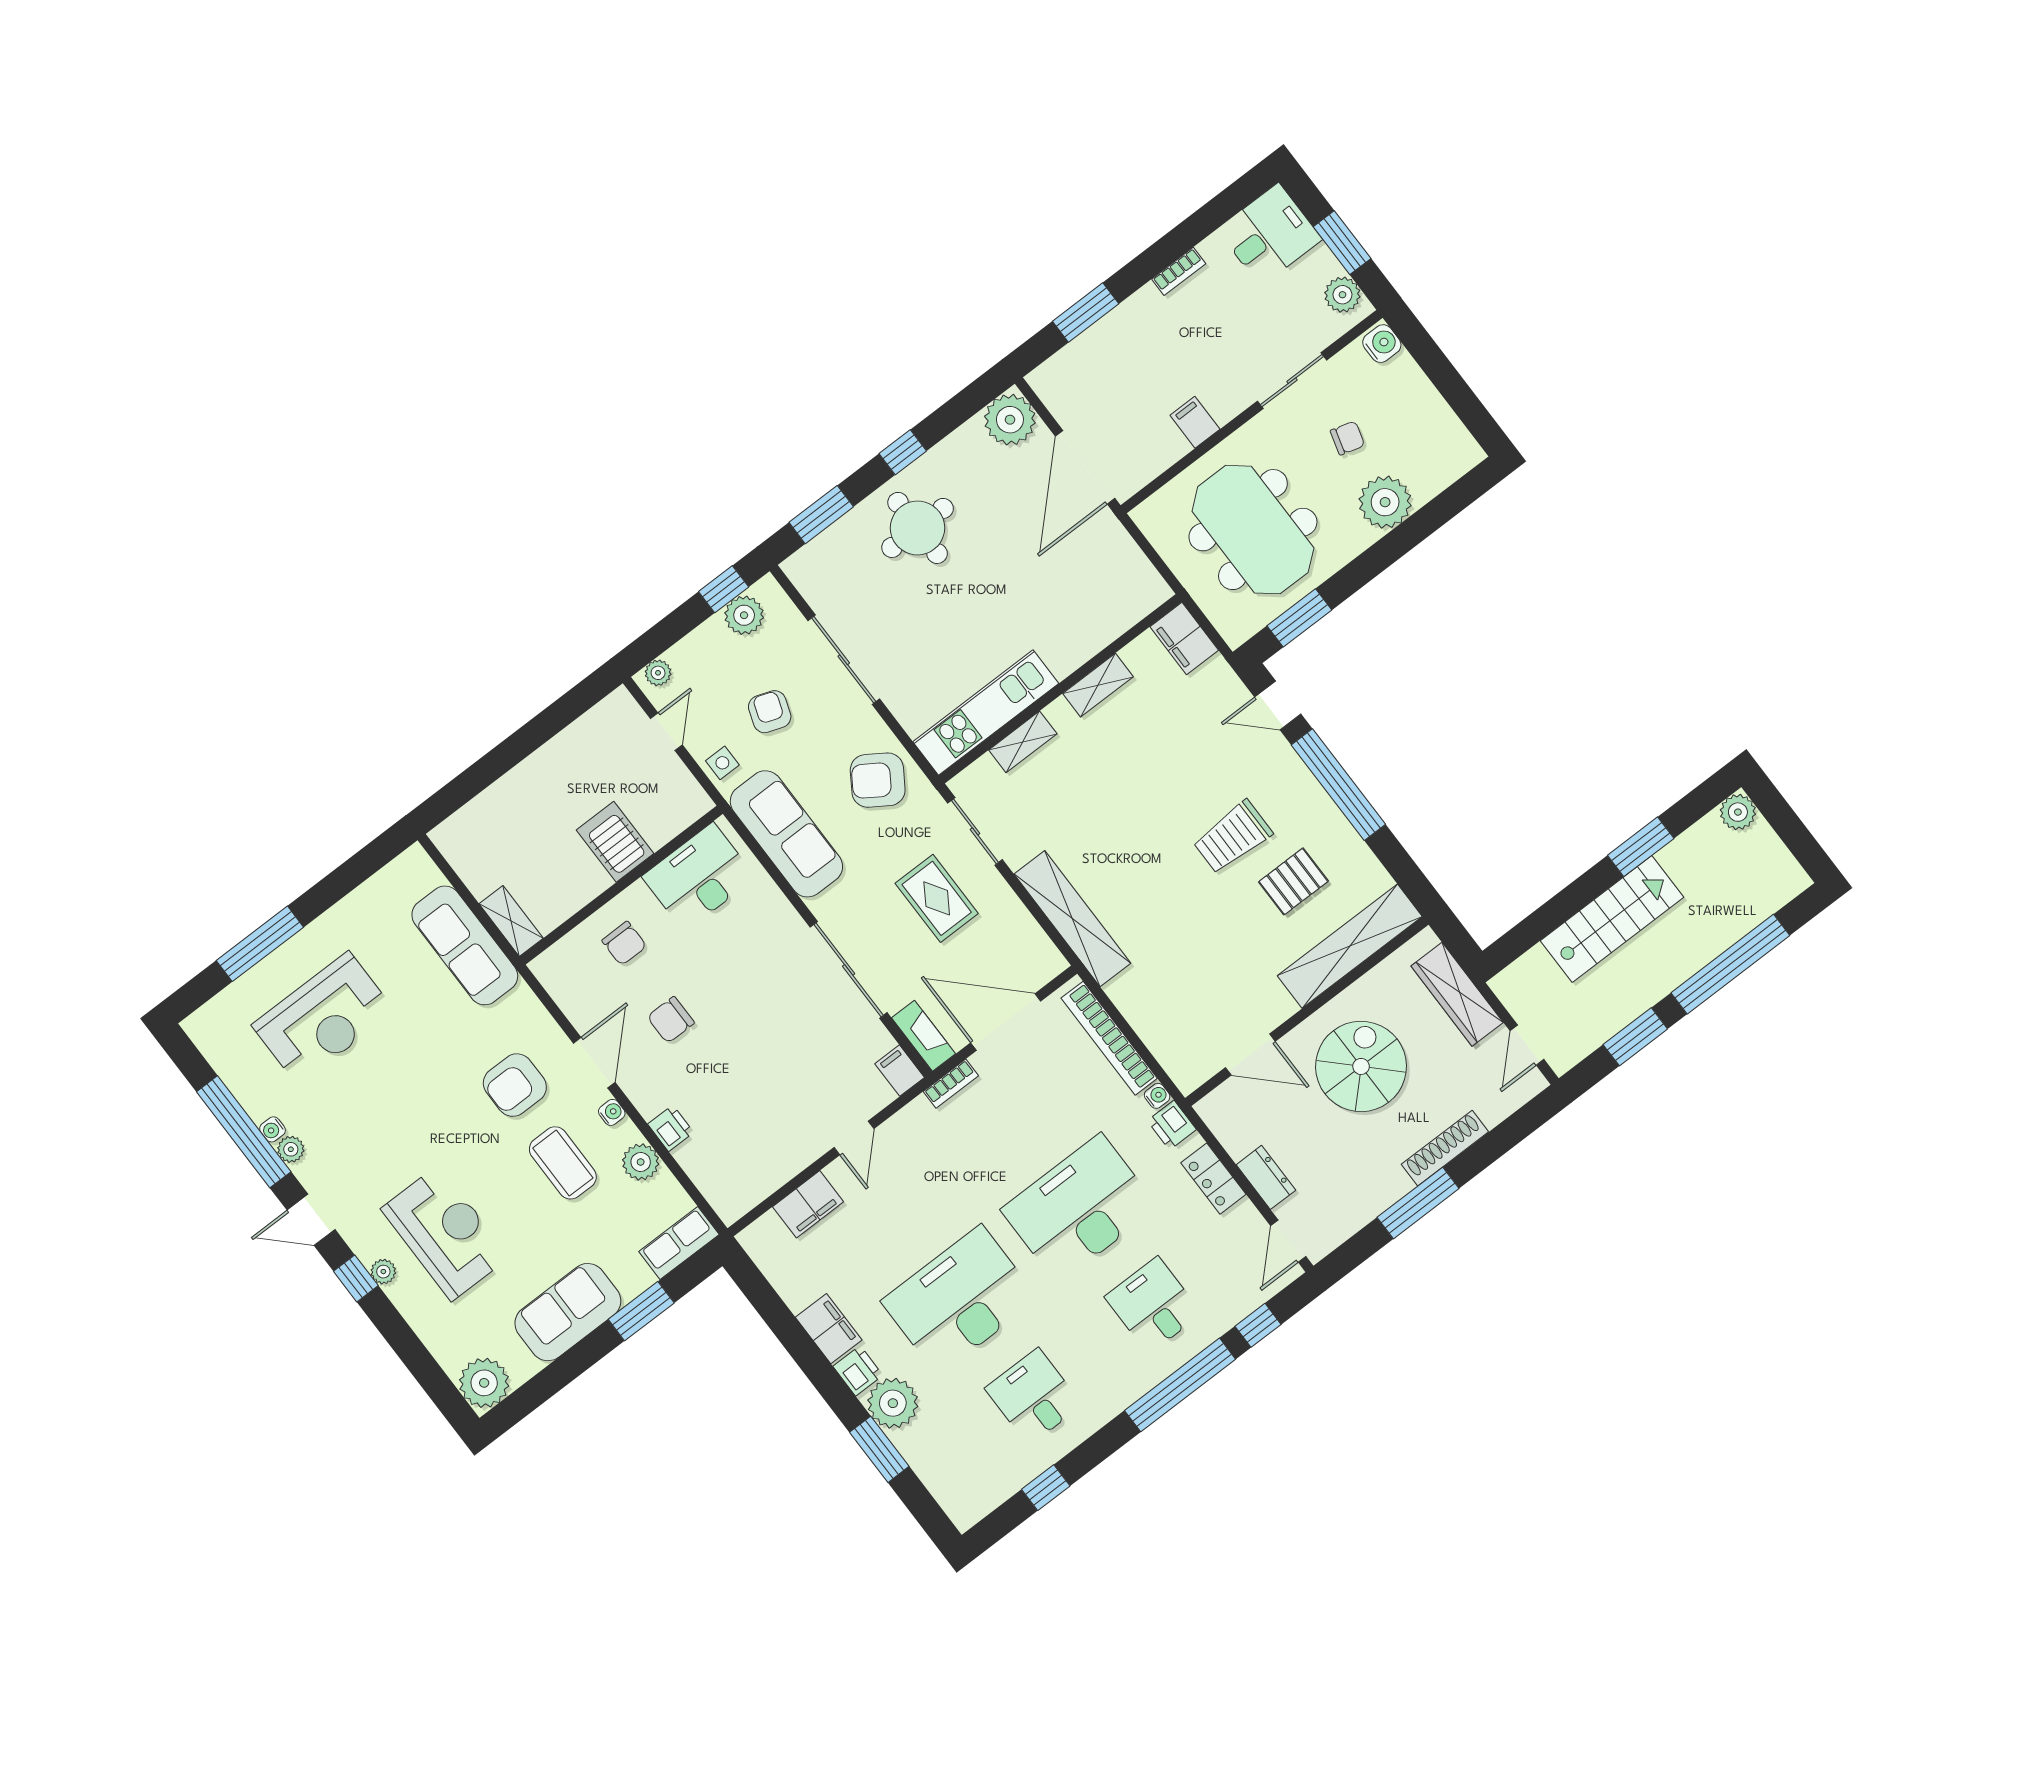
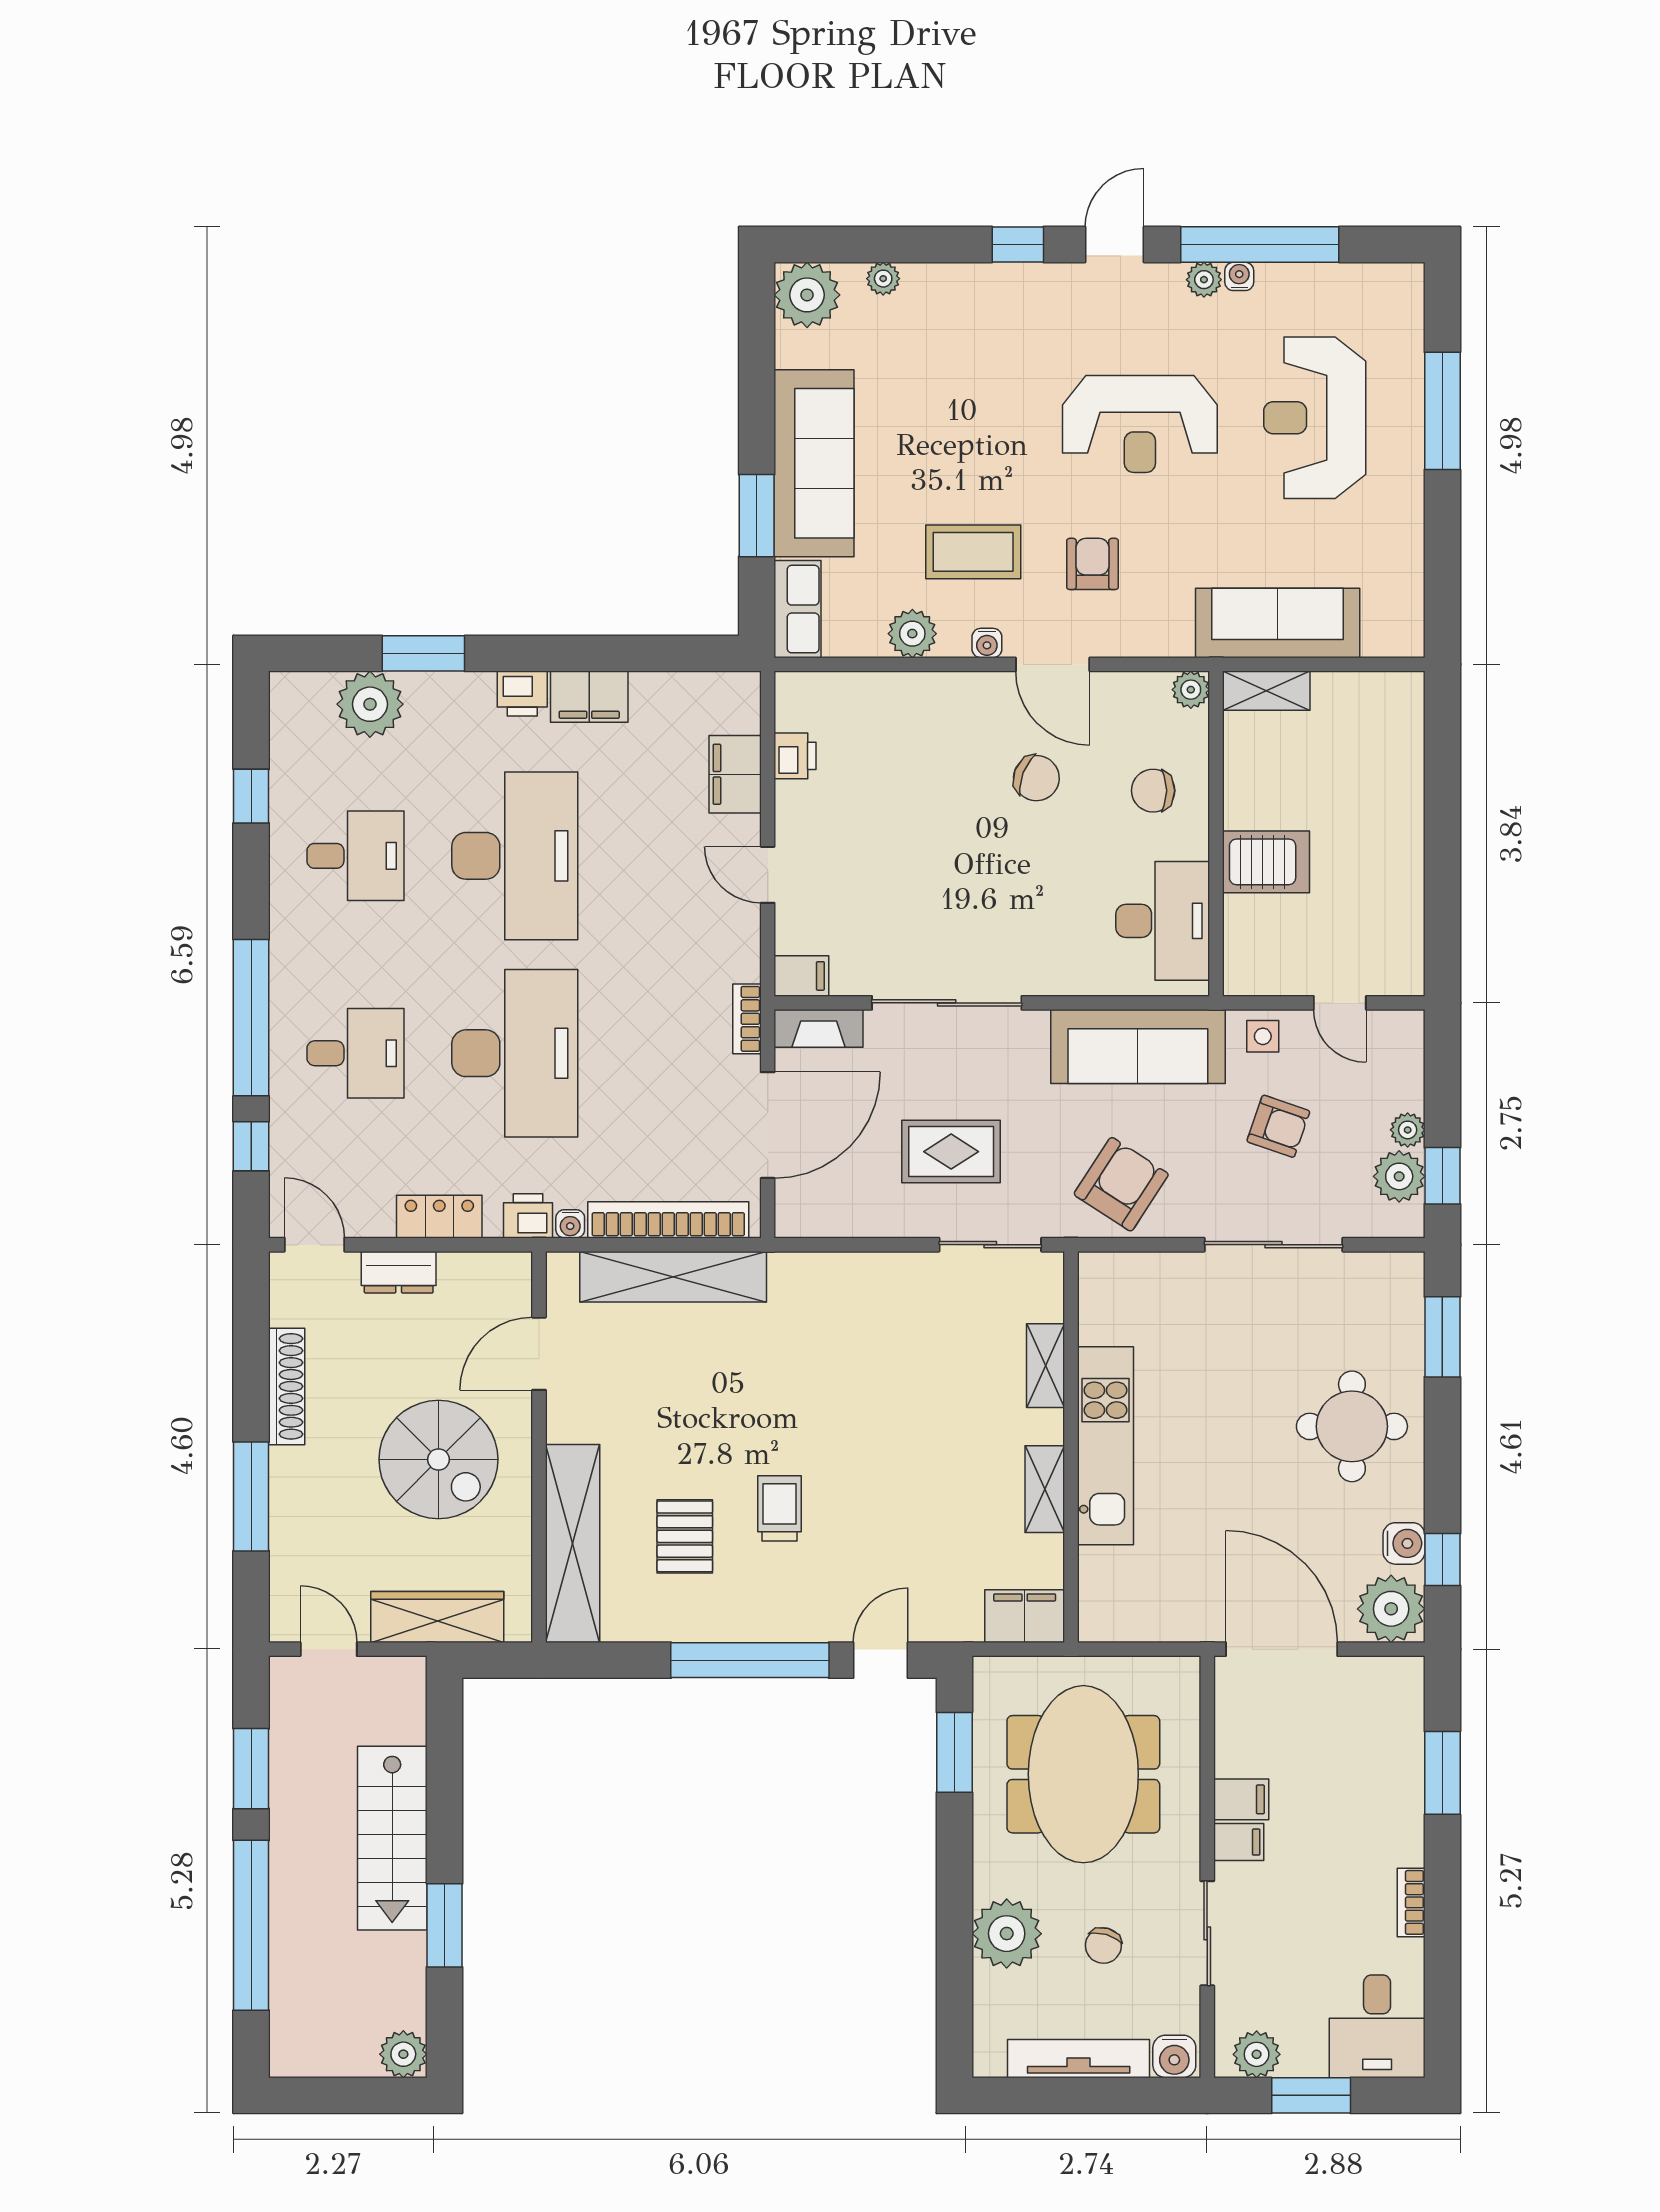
tv unit: (1428, 401) -> (1079, 2059), added
filing cabinet: (1222, 404) -> (1239, 1842), added
water cooler: (964, 442) -> (1404, 1543), added
window: (903, 452) -> (1442, 1560), moved
meeting table: (1253, 530) -> (1083, 1774), turned 90
plant: (658, 673) -> (1408, 1130), moved
kitchen unit: (986, 713) -> (1105, 1446), moved
trolley: (1233, 837) -> (779, 1508), width x0.73, depth x0.72
shelving: (1072, 919) -> (673, 1277), moved
plant: (546, 967) -> (1191, 690), added
chair: (671, 1020) -> (1036, 778), turned 111
armchair: (515, 1085) -> (1093, 564), width x0.72, depth x0.72
printer: (671, 1128) -> (795, 756), moved, turned -90
shoe rack: (1445, 1148) -> (287, 1386), moved
window: (1418, 1203) -> (251, 1496), moved
reception desk: (445, 1233) -> (1140, 424), moved
plant: (383, 1272) -> (883, 279), moved
sofa: (568, 1312) -> (814, 463), width x1.36
plant: (893, 1403) -> (370, 704), moved

